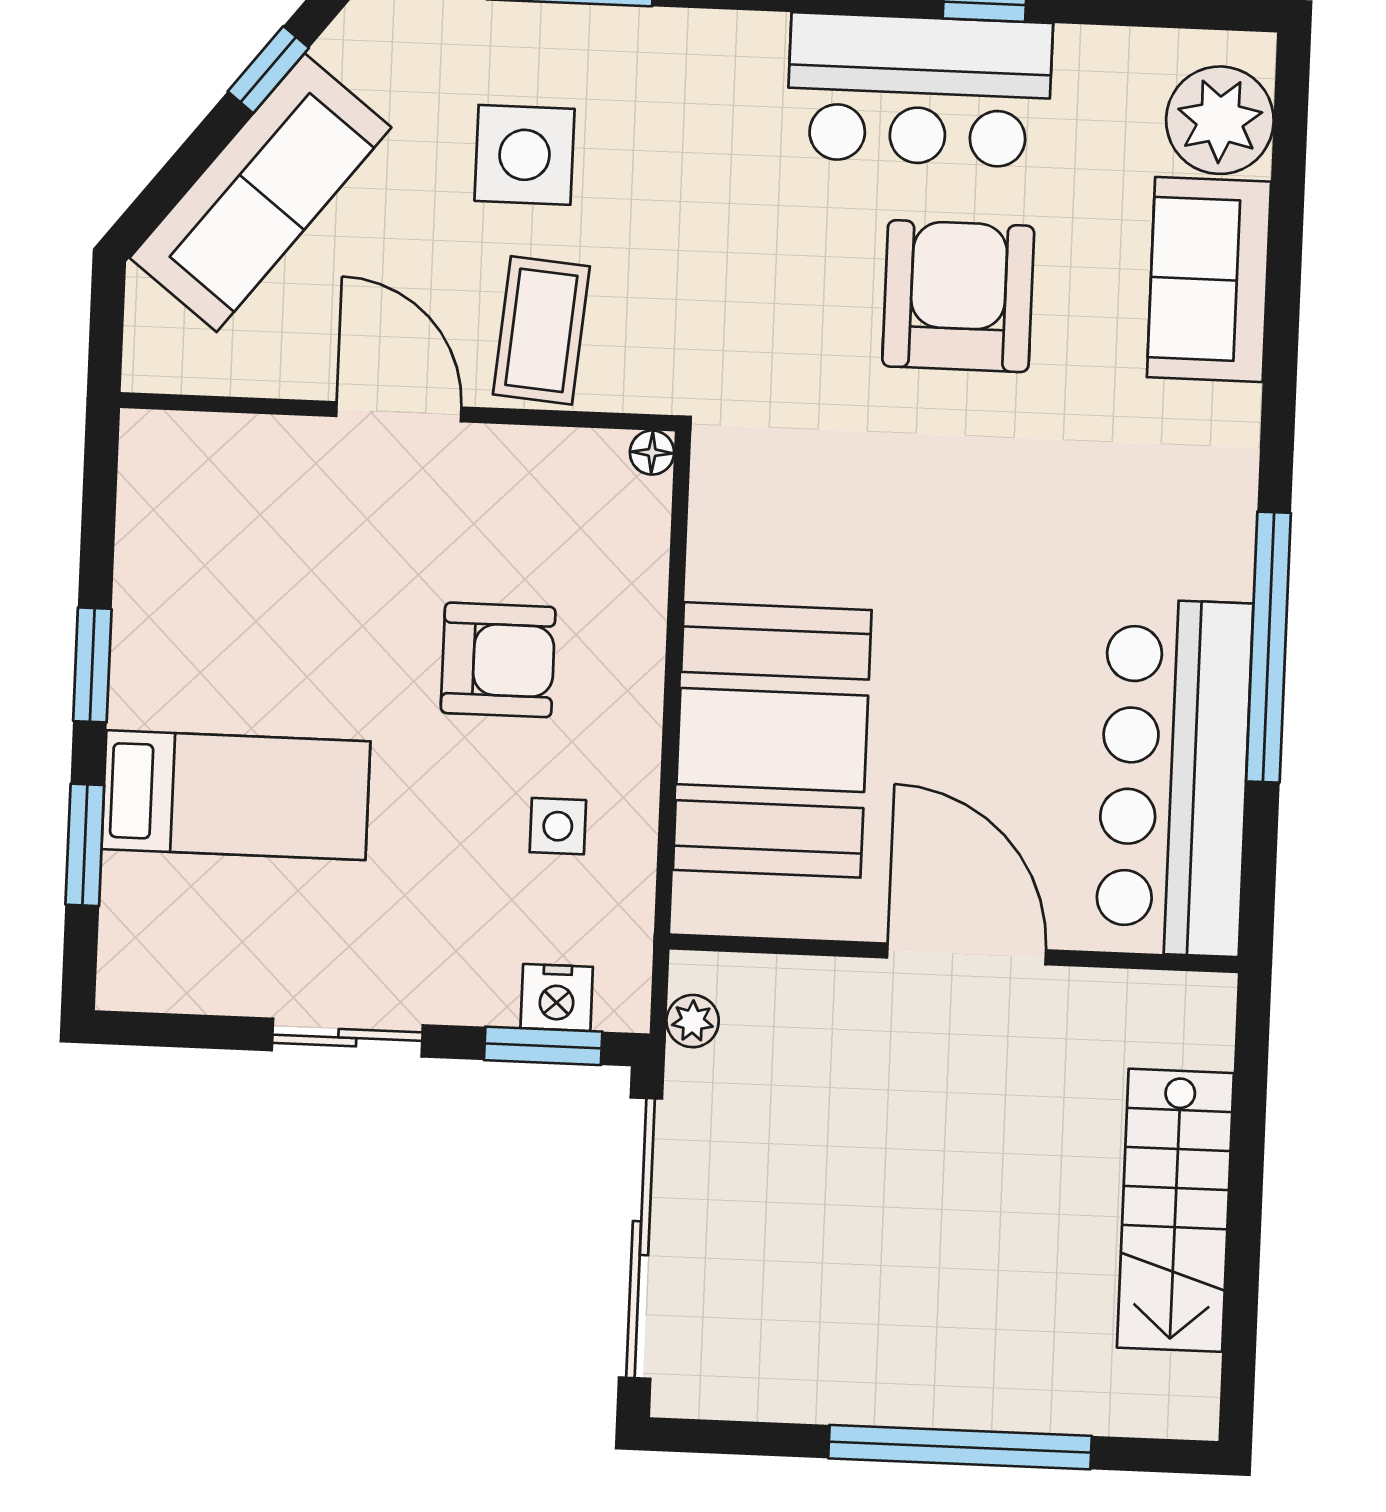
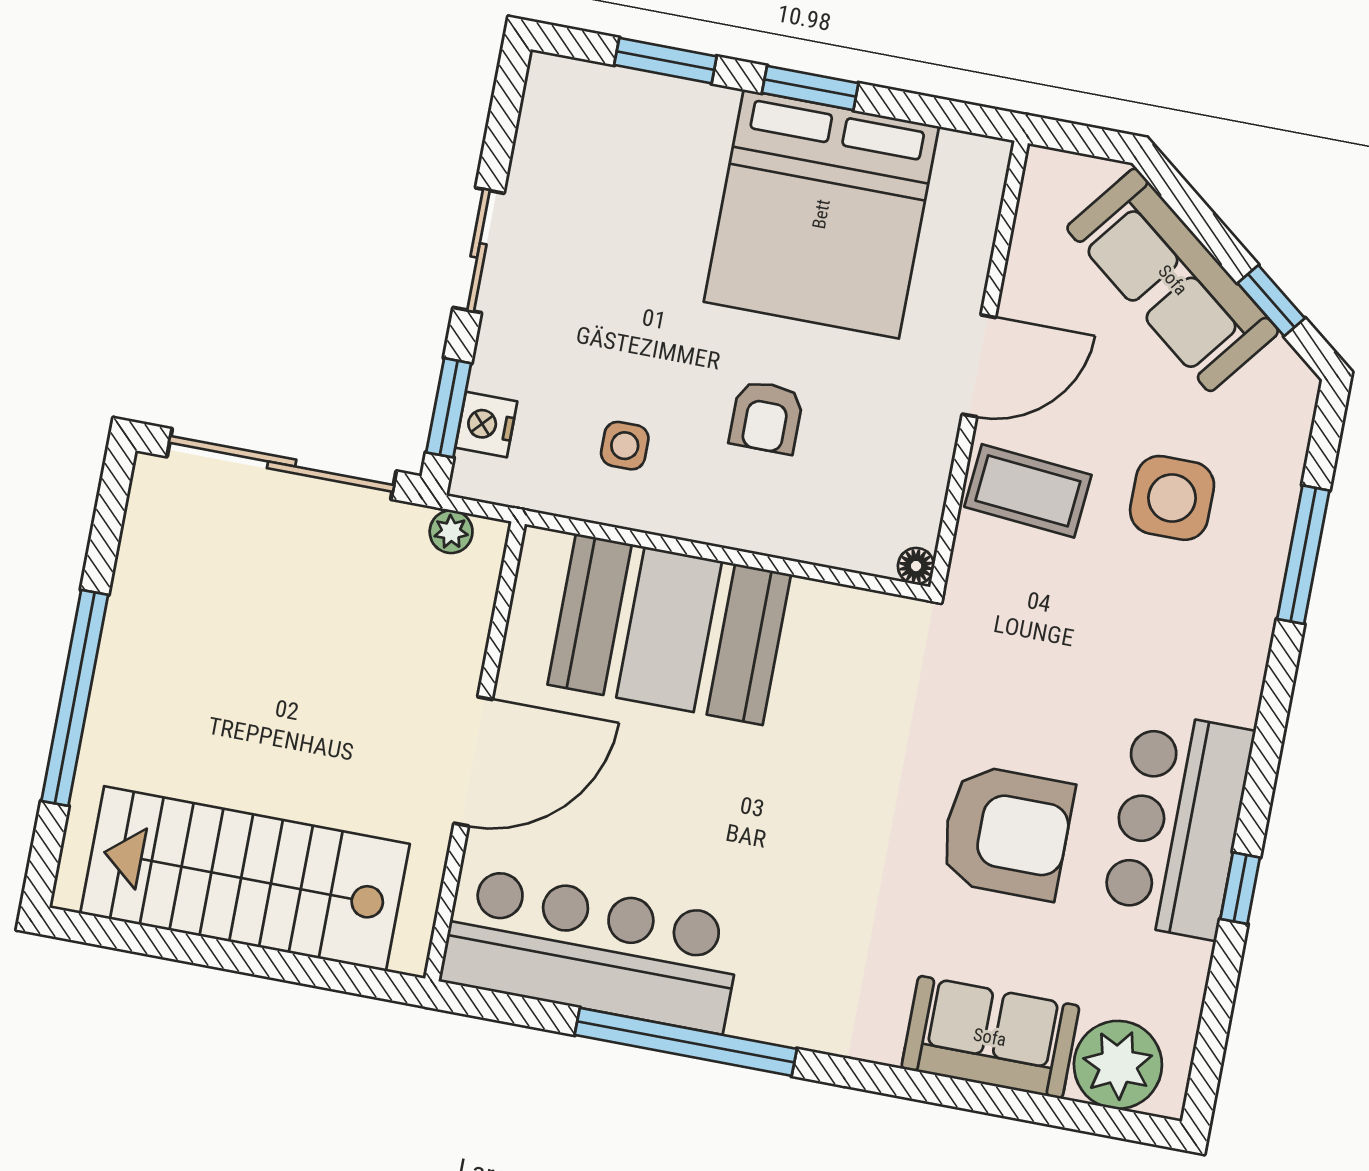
armchair: (498, 660) -> (766, 417), width x0.72, depth x0.72
bed: (236, 795) -> (821, 214), moved, width x2.04
stairs: (1175, 1210) -> (245, 879), width x1.36, depth x1.51

